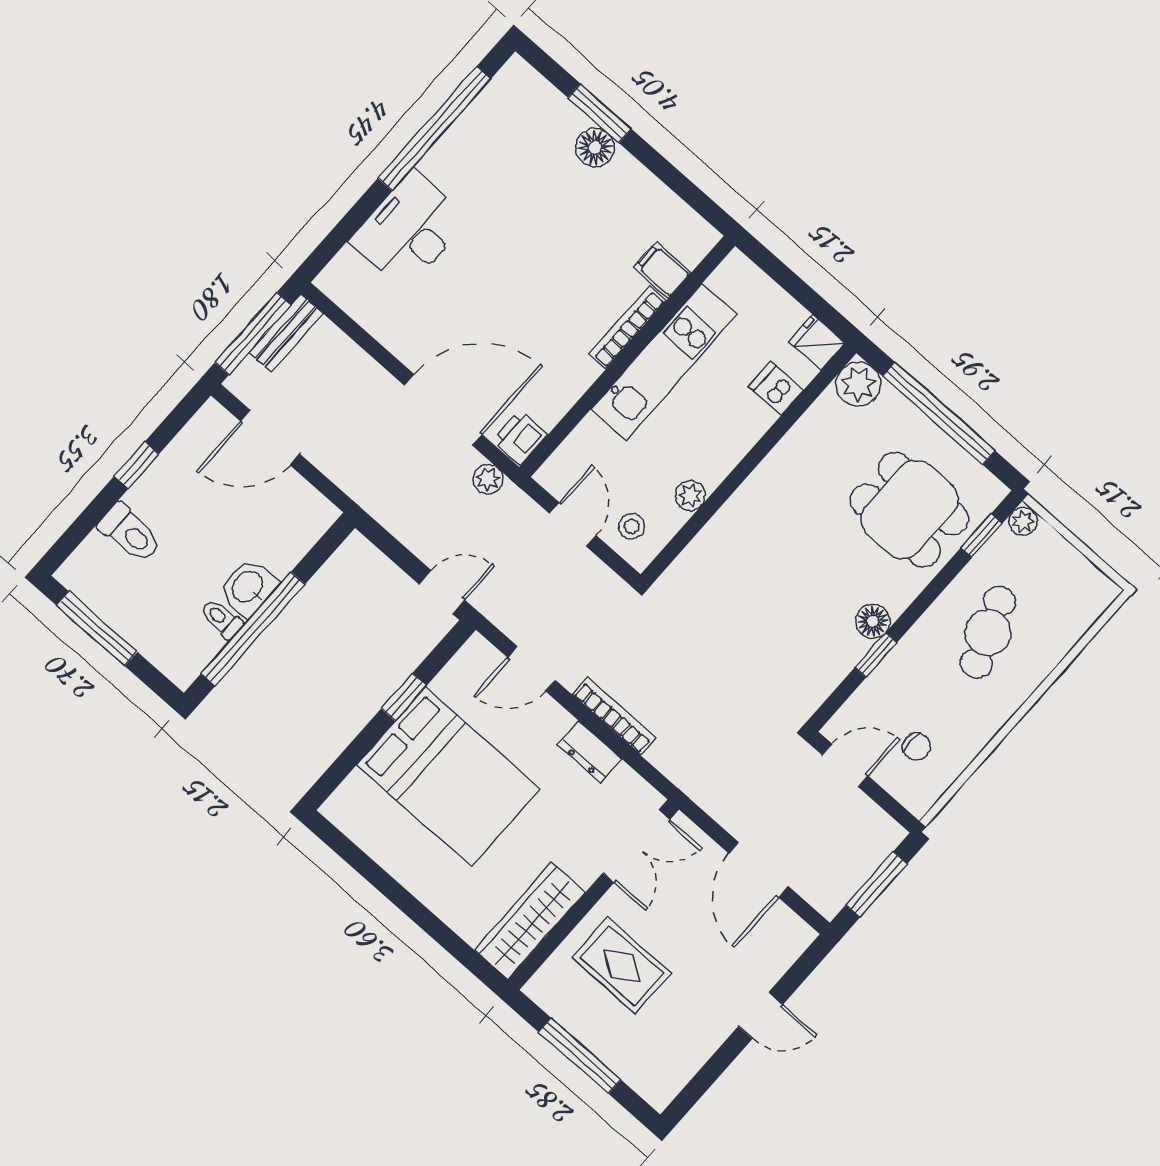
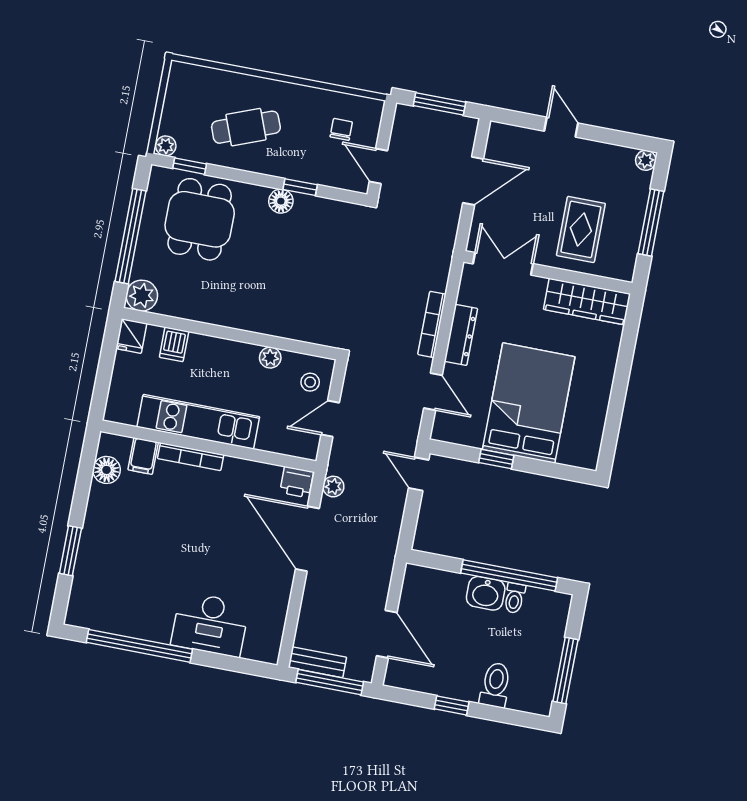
floor lamp: (595, 148) -> (107, 470), moved
dresser: (590, 752) -> (461, 335), width x1.44
plant: (659, 1094) -> (646, 160), added

